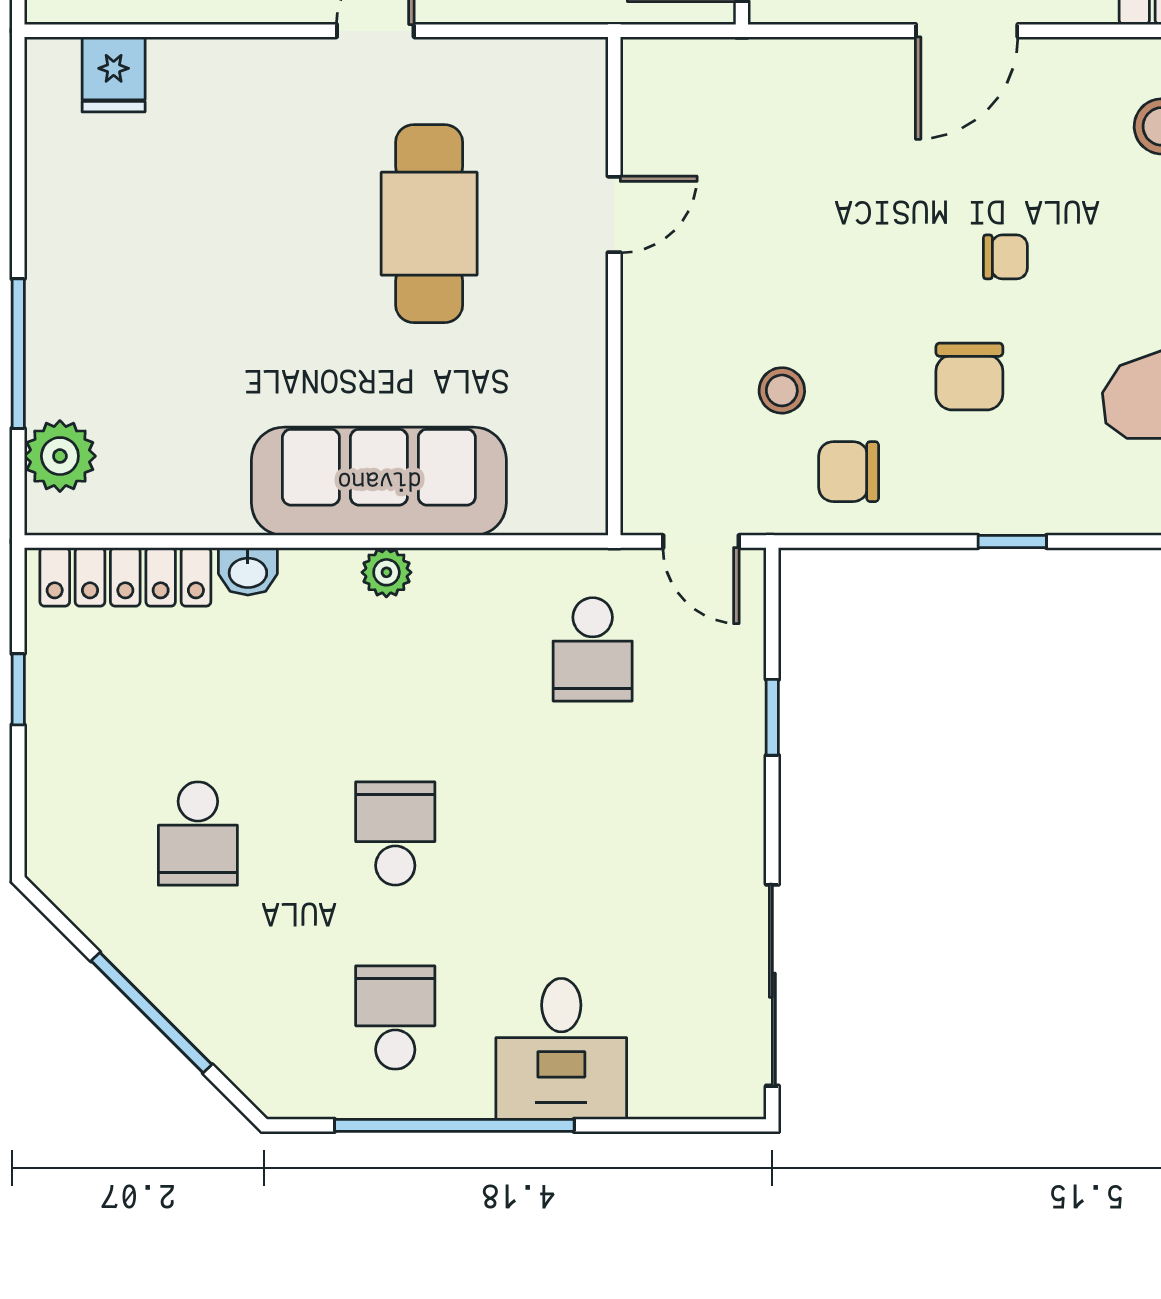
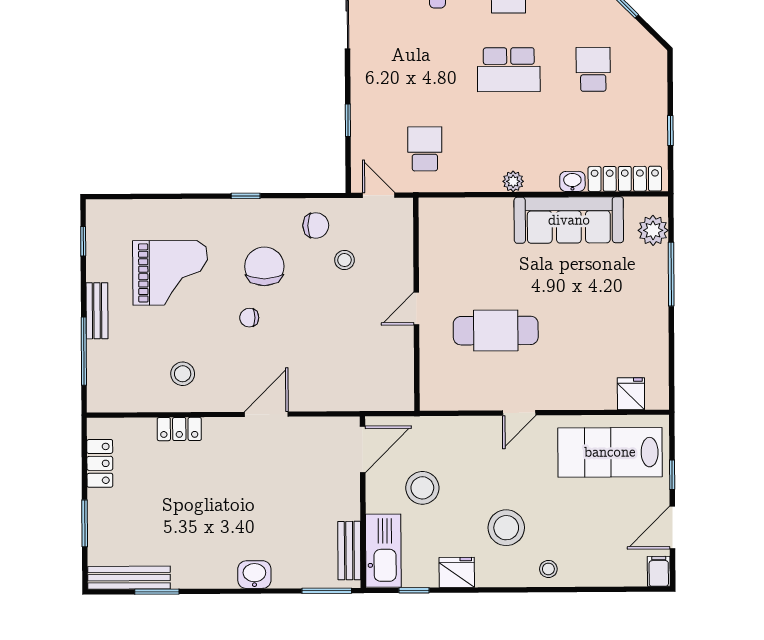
door: (614, 214) -> (416, 309), moved
cafe table: (429, 224) -> (496, 331), turned 90
chair: (969, 377) -> (264, 266), width x1.37, depth x1.37
sofa: (379, 481) -> (569, 220), moved
school desk: (395, 833) -> (509, 70), width x1.85

